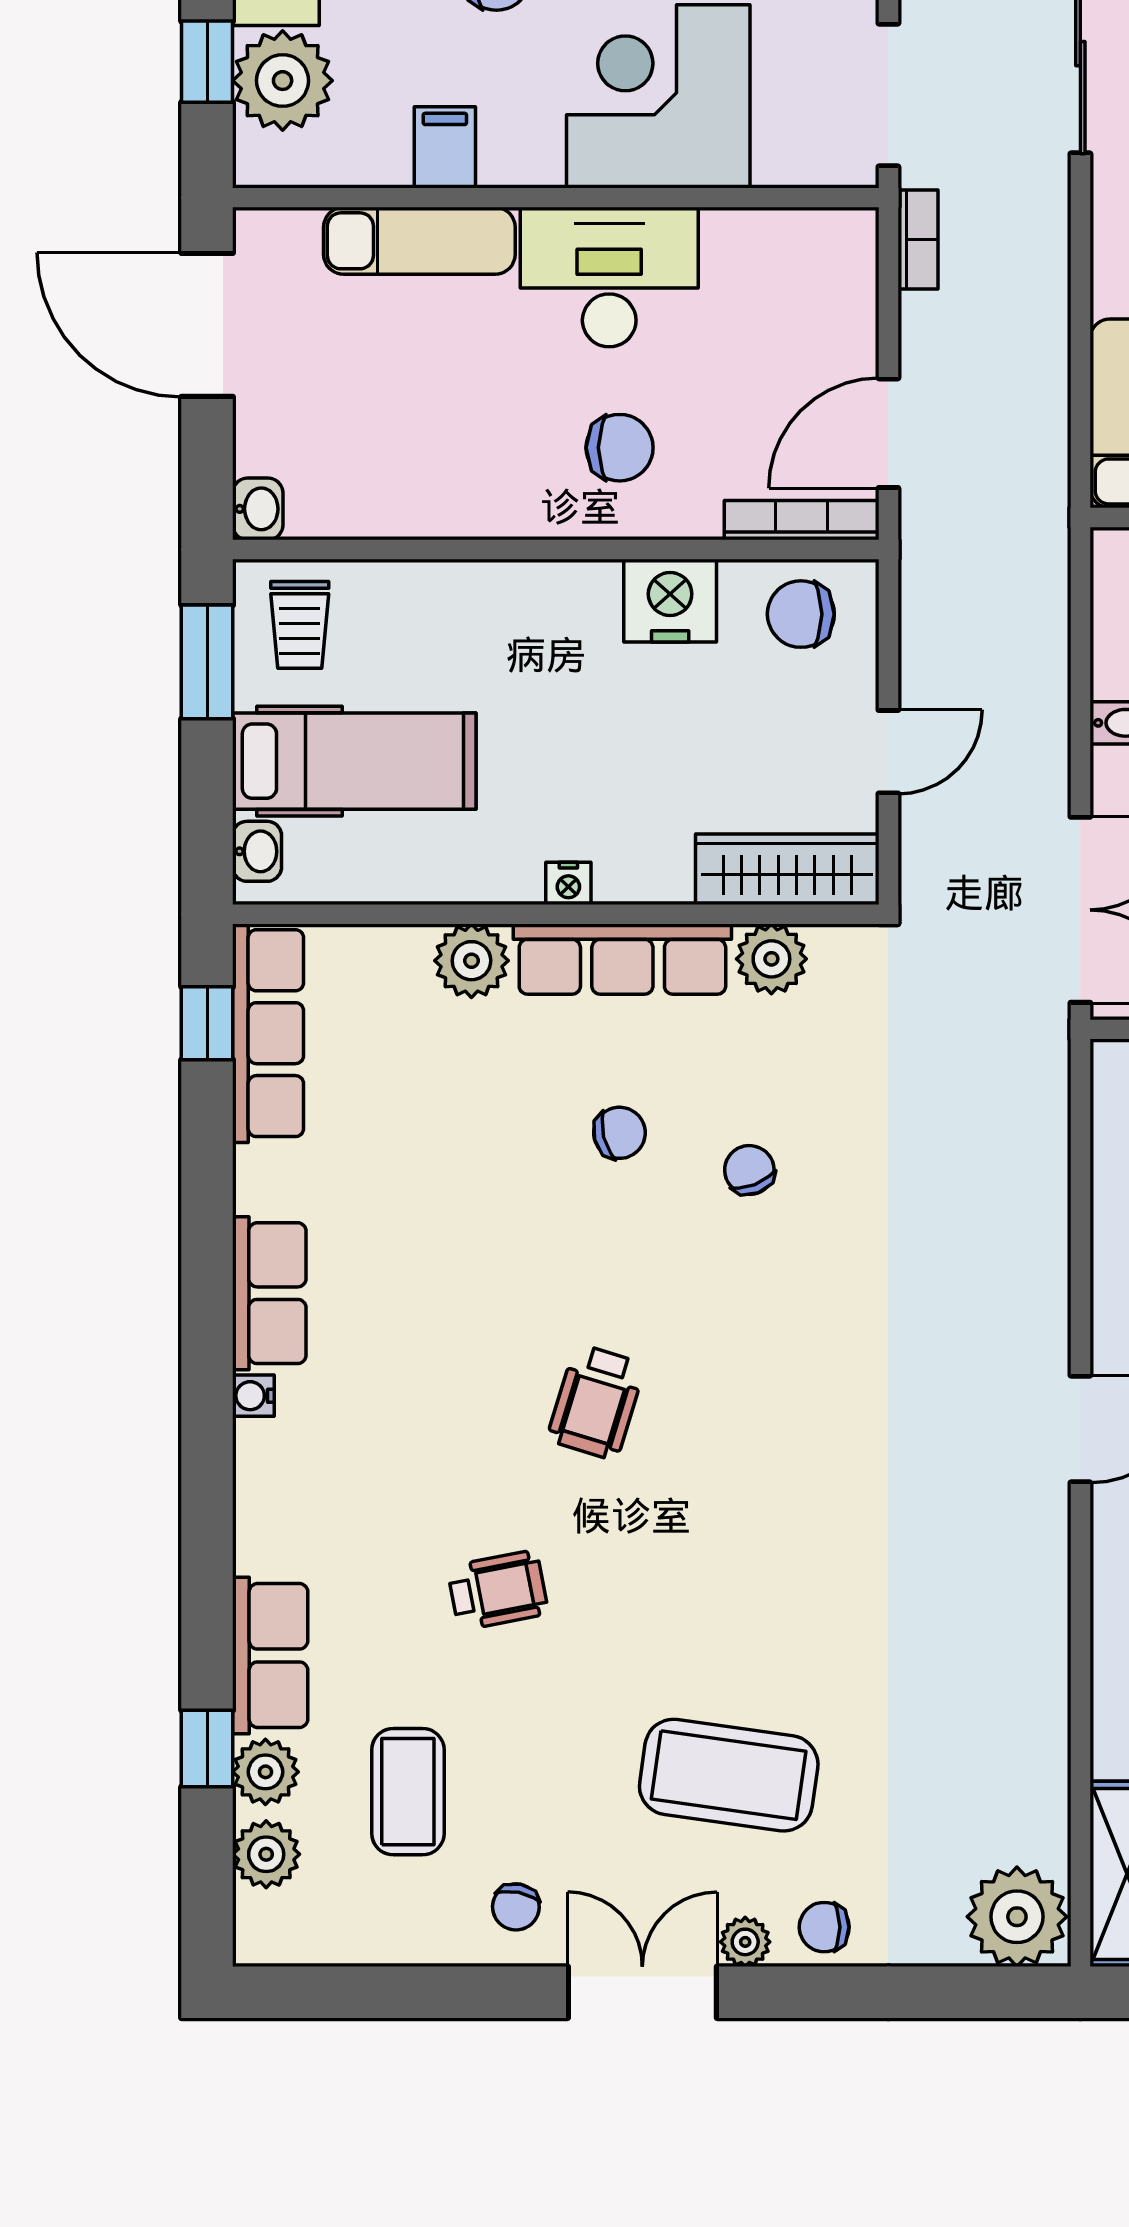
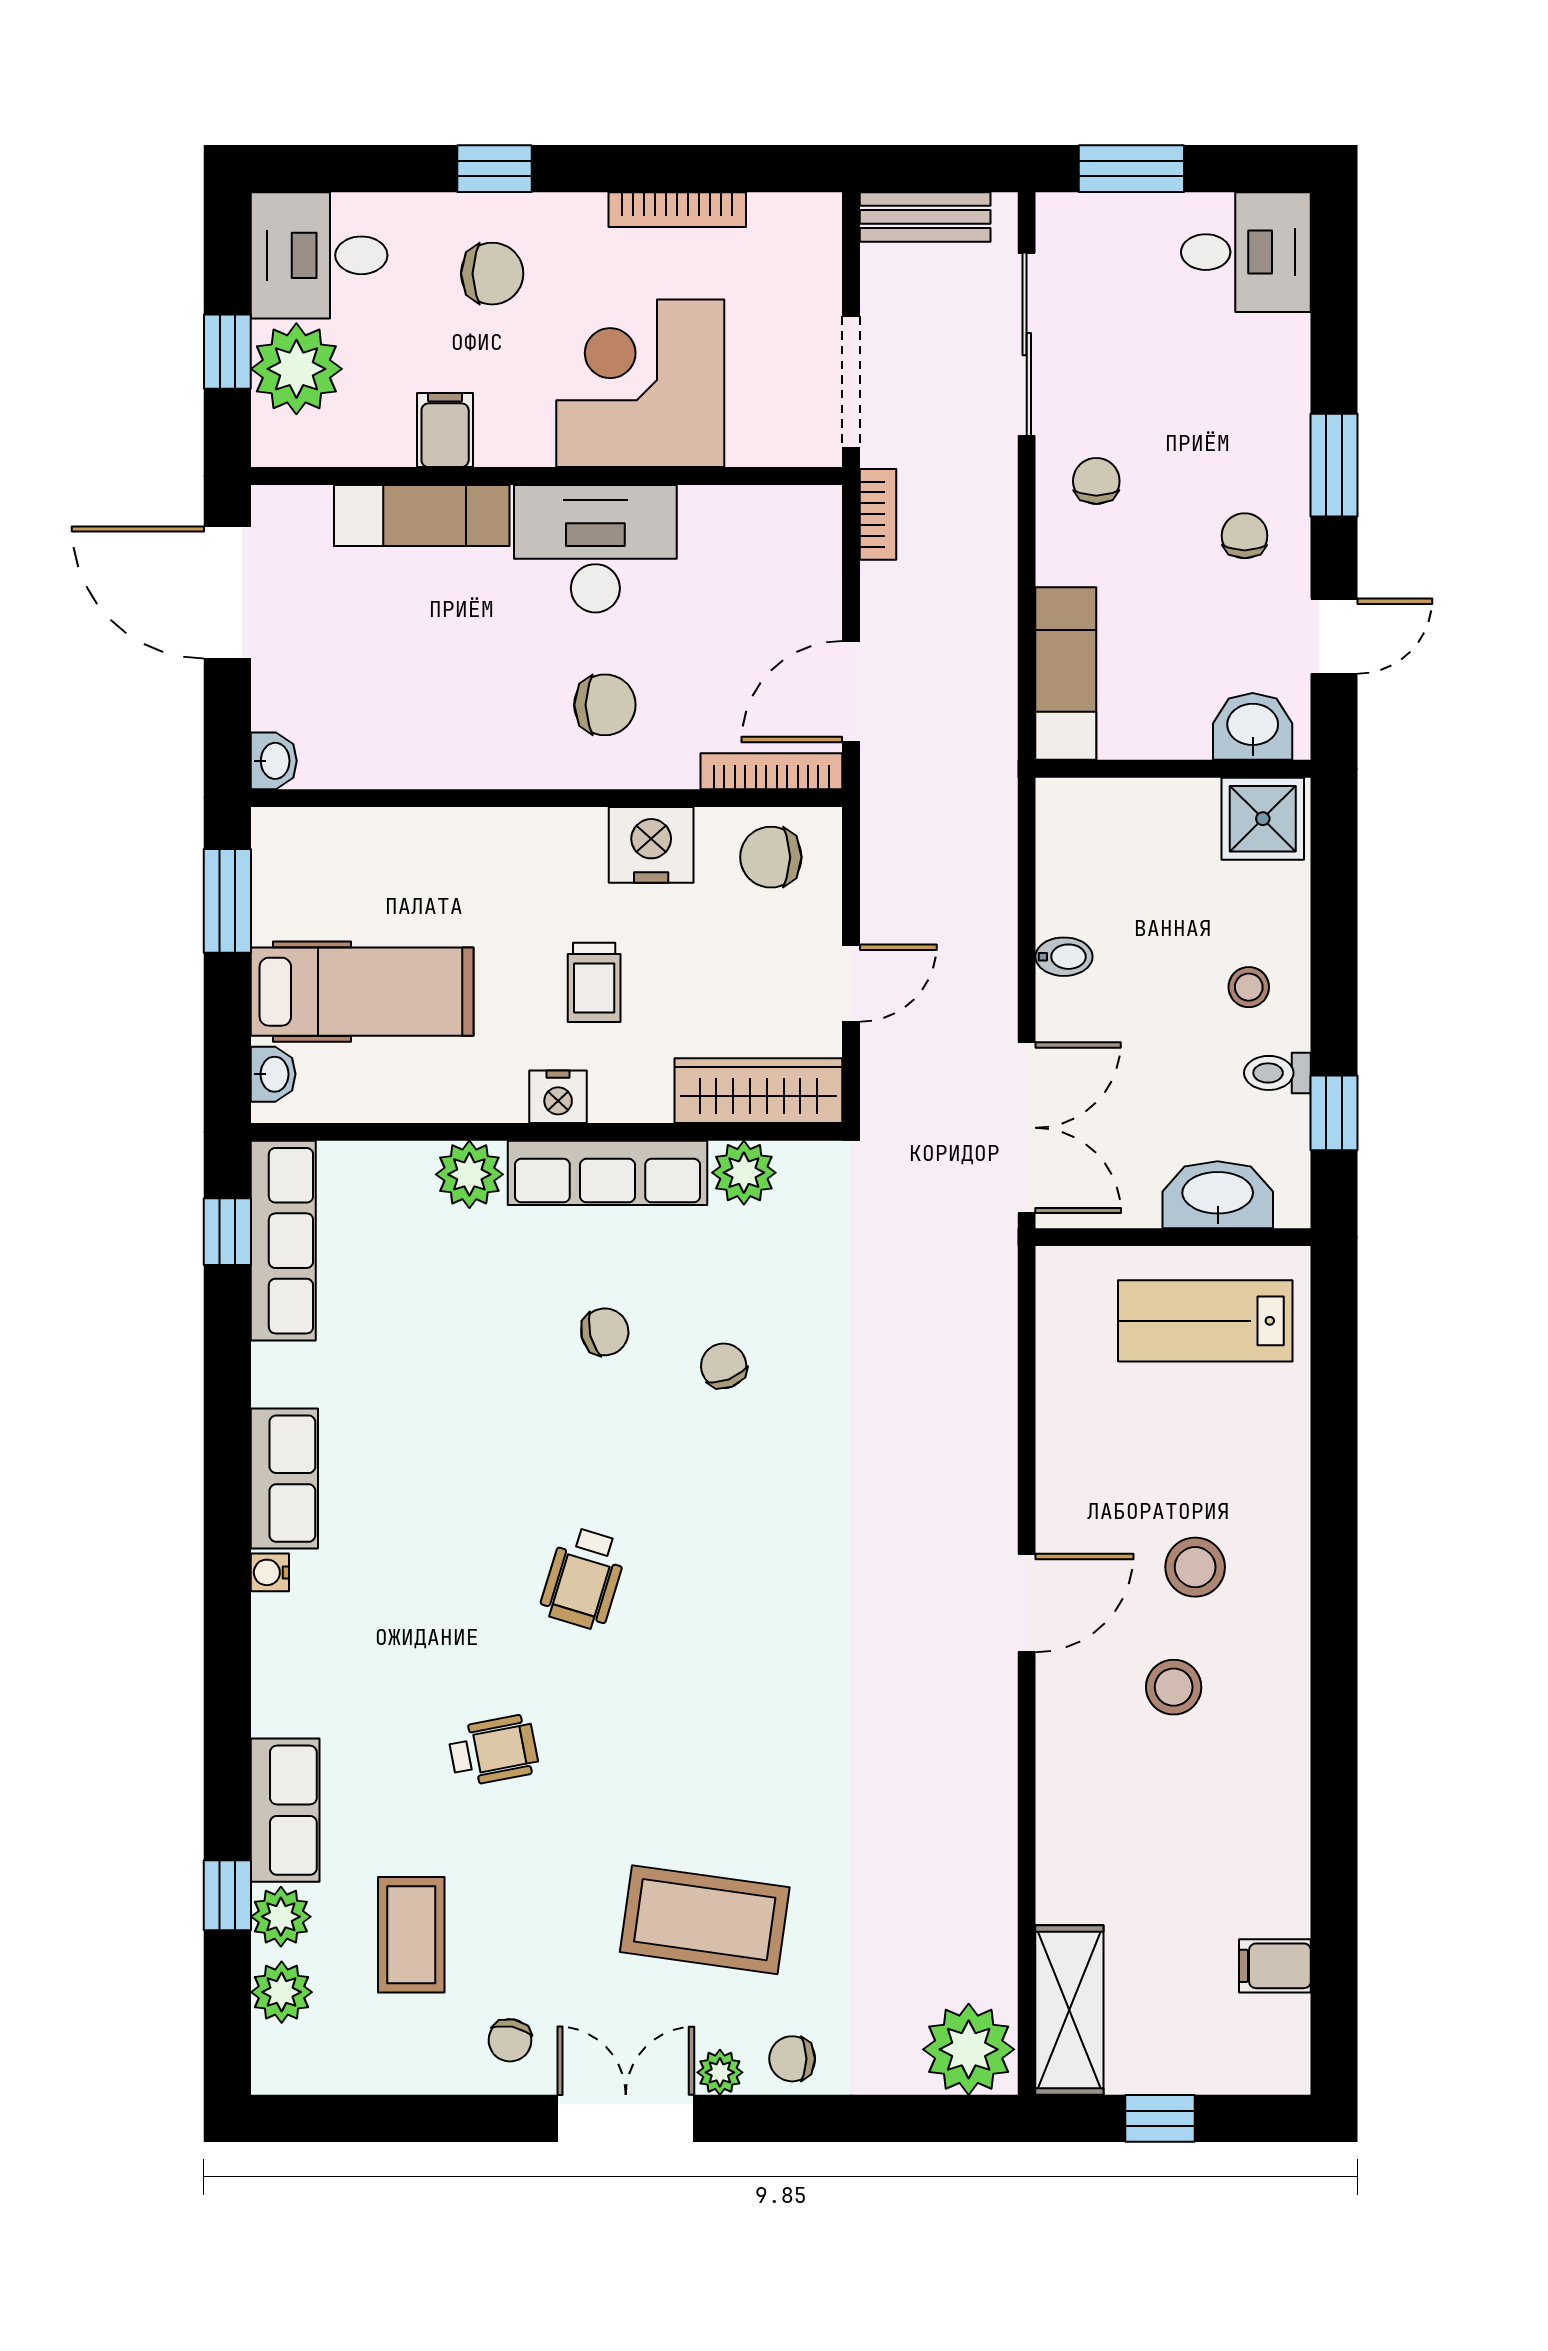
trolley: (300, 625) -> (594, 982), moved
nightstand: (568, 883) -> (558, 1097), width x1.39, depth x1.35

